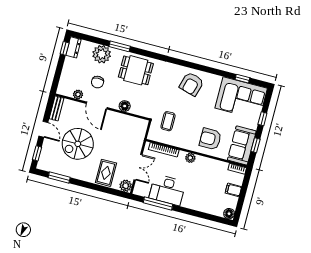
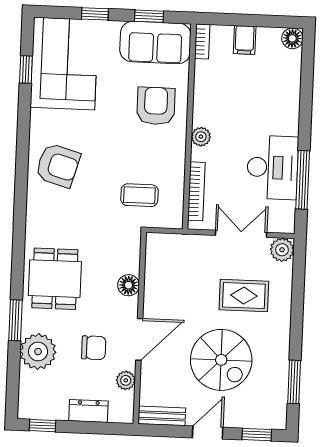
dresser: (73, 47) -> (88, 411), moved
armchair: (210, 139) -> (156, 106), turned 180
rug: (106, 173) -> (244, 296), moved

